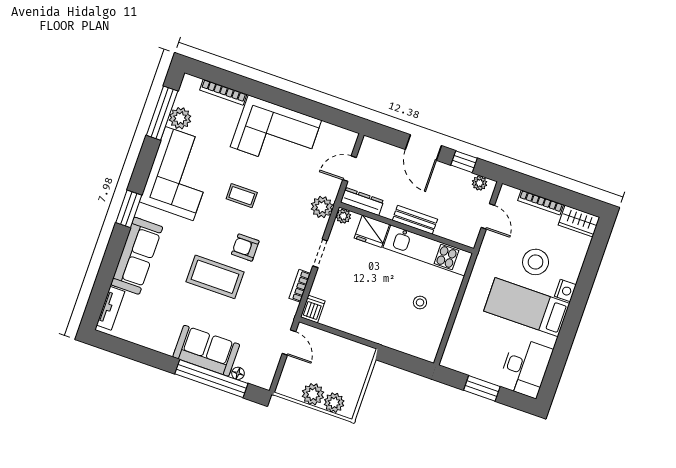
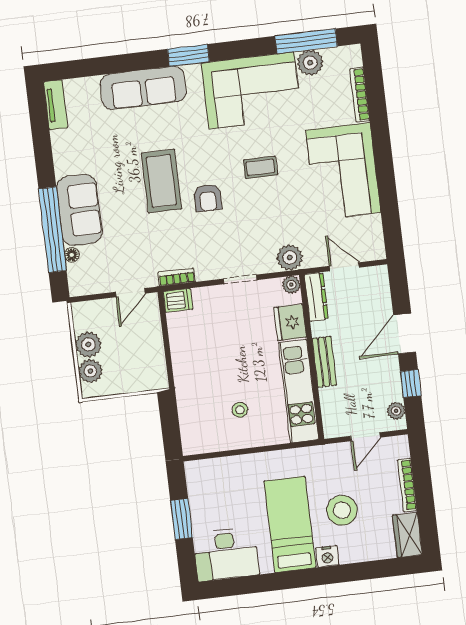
coffee table: (242, 196) -> (260, 167), turned 90
armchair: (245, 248) -> (208, 198), turned 180
bookcase: (300, 286) -> (177, 277), moved
tv unit: (111, 308) -> (56, 105), moved, turned -90

